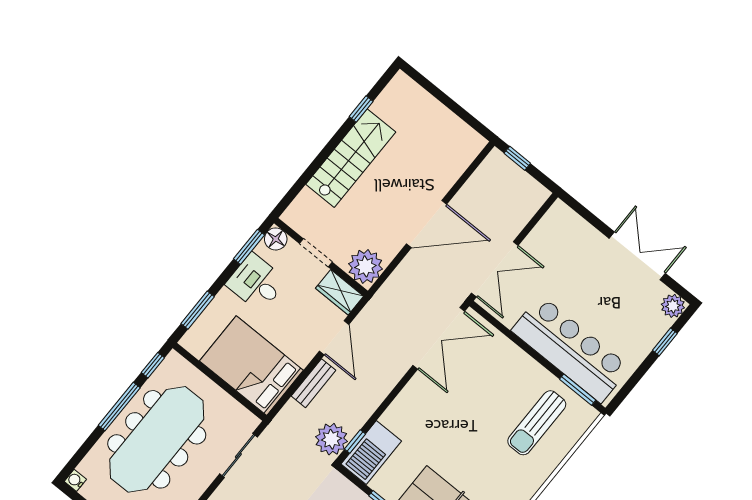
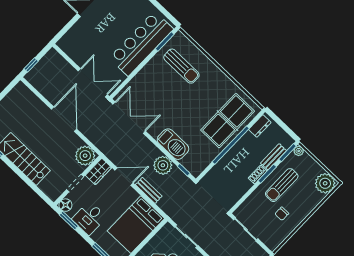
plant: (331, 439) -> (163, 165), moved
barbecue: (371, 453) -> (173, 144), moved

